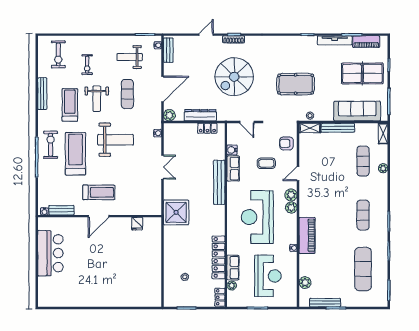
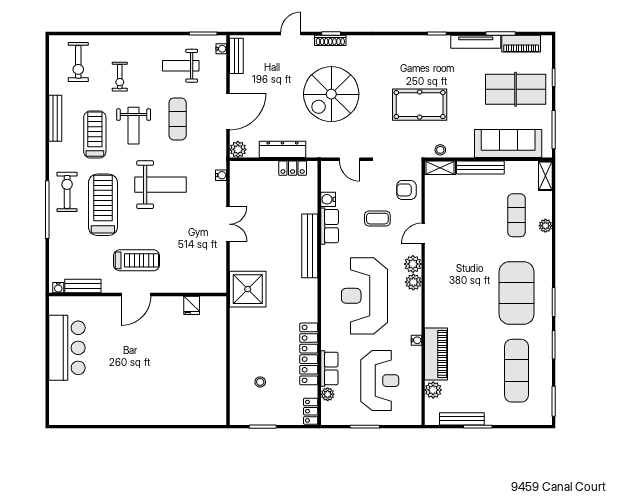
exercise mat: (363, 215) -> (517, 293), width x2.00, depth x1.45
piano: (307, 235) -> (436, 354), moved

